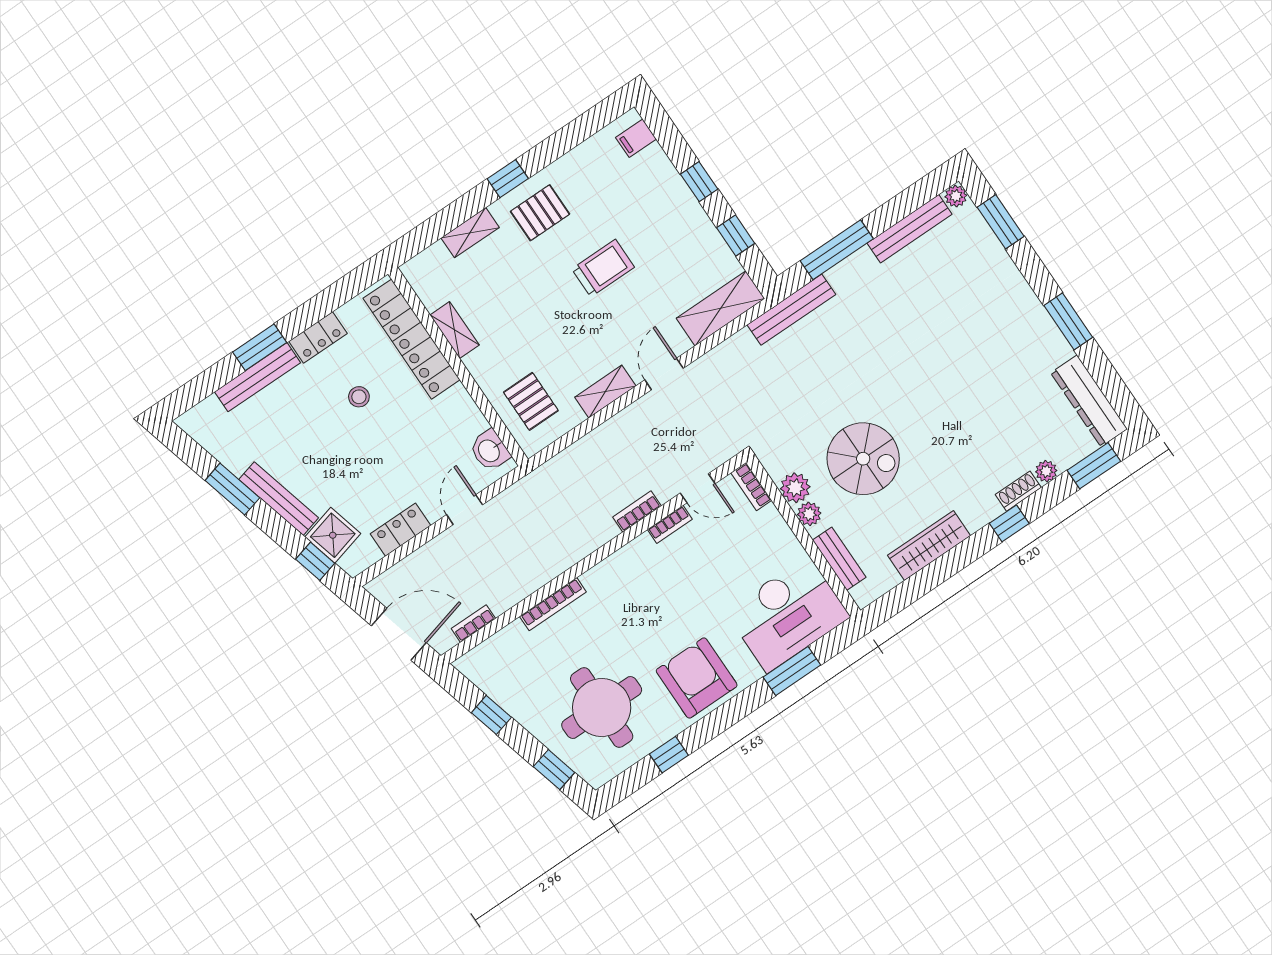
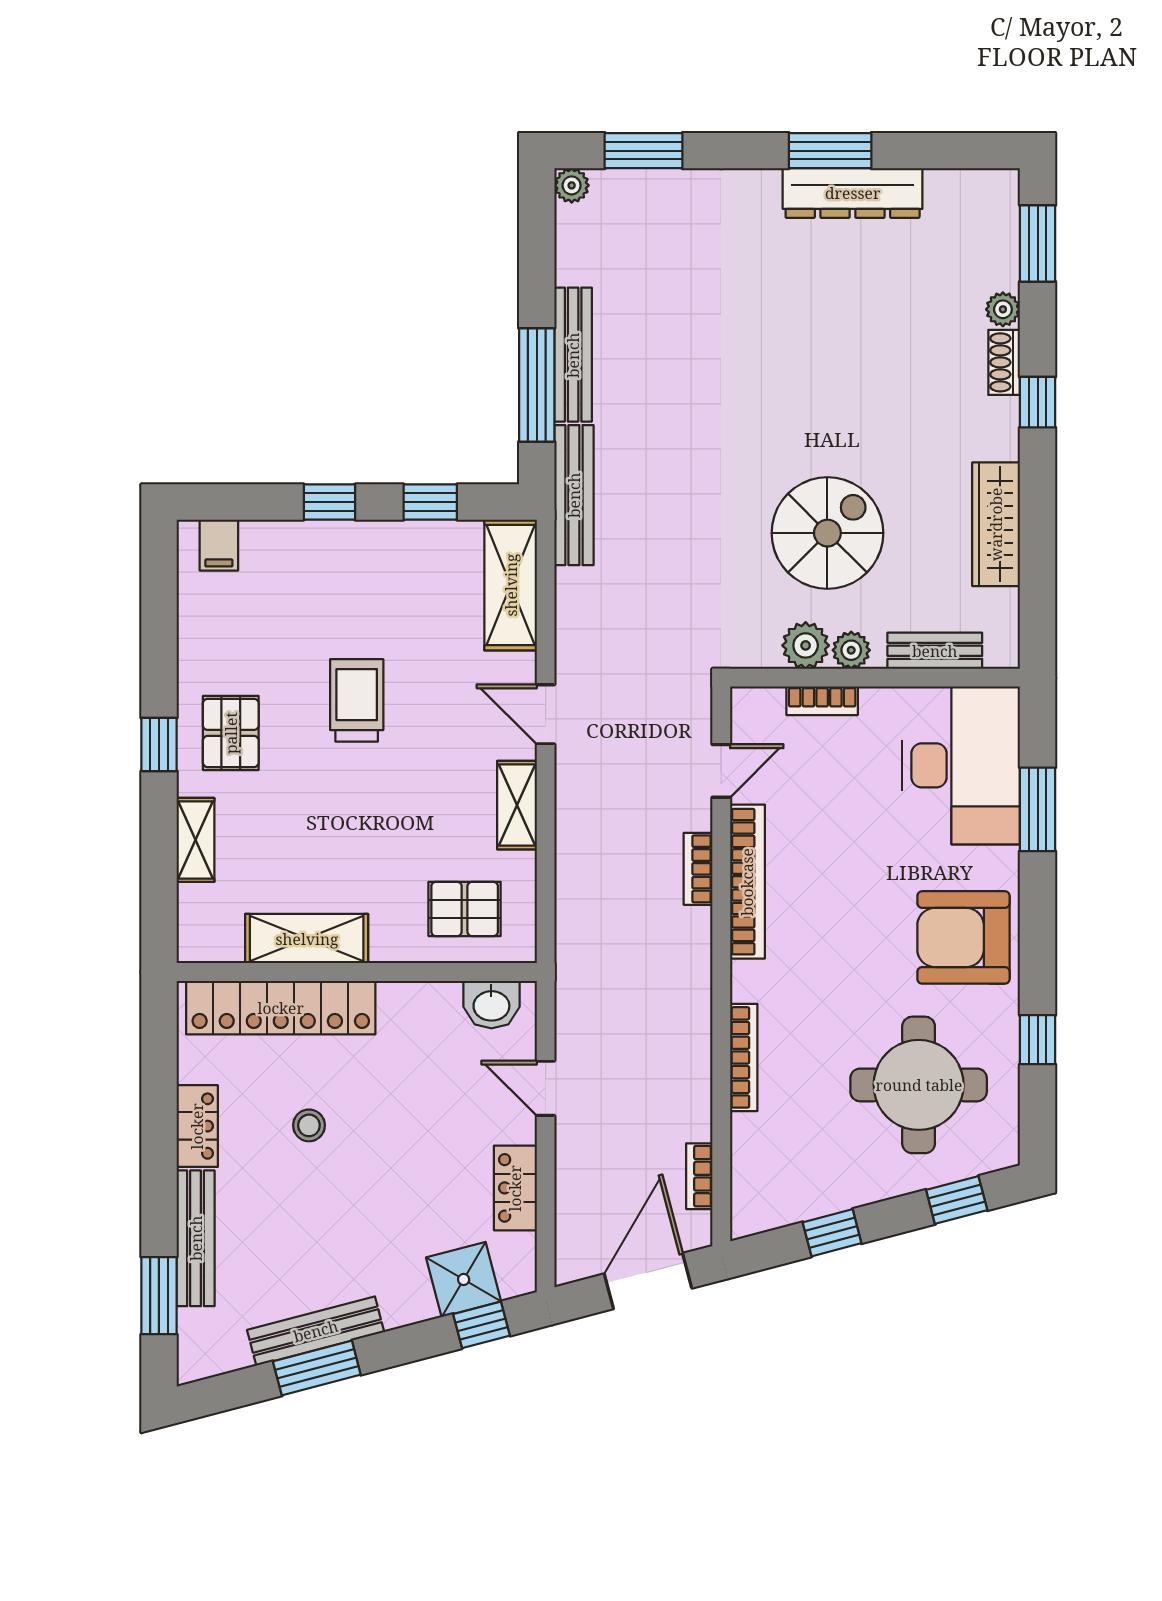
bench: (910, 229) -> (573, 355), moved
shelving: (455, 330) -> (307, 939), width x1.50, depth x1.33
window: (260, 347) -> (159, 1296), moved
dresser: (1089, 401) -> (853, 193), moved
bookcase: (751, 487) -> (822, 701), moved
bench: (279, 499) -> (316, 1331), moved
bookcase: (670, 524) -> (747, 882), width x2.31, depth x1.31

